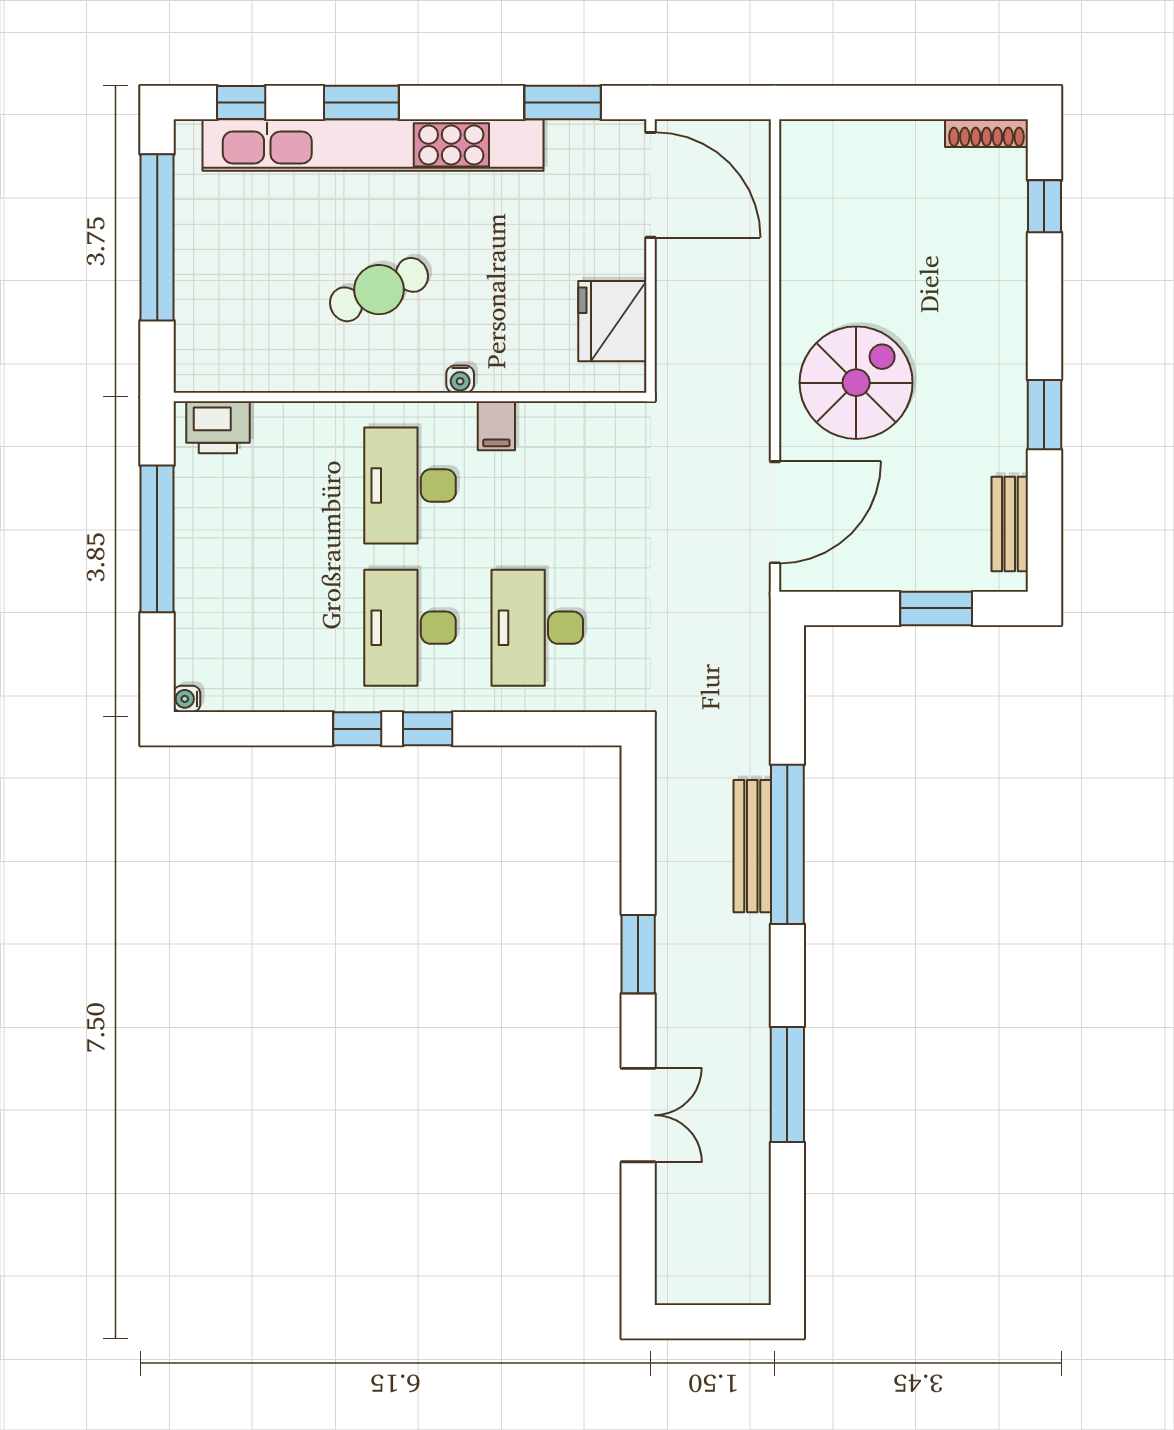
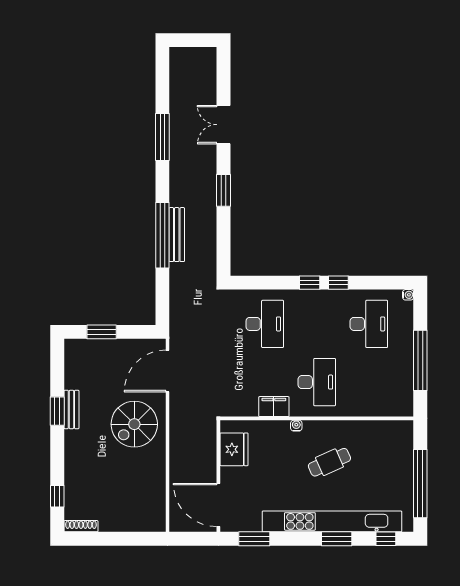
filing cabinet: (496, 426) -> (274, 407), width x2.00
printer: (218, 427) -> (395, 406), removed
bench: (1010, 524) -> (71, 409), moved
desk: (410, 628) -> (369, 324), moved

